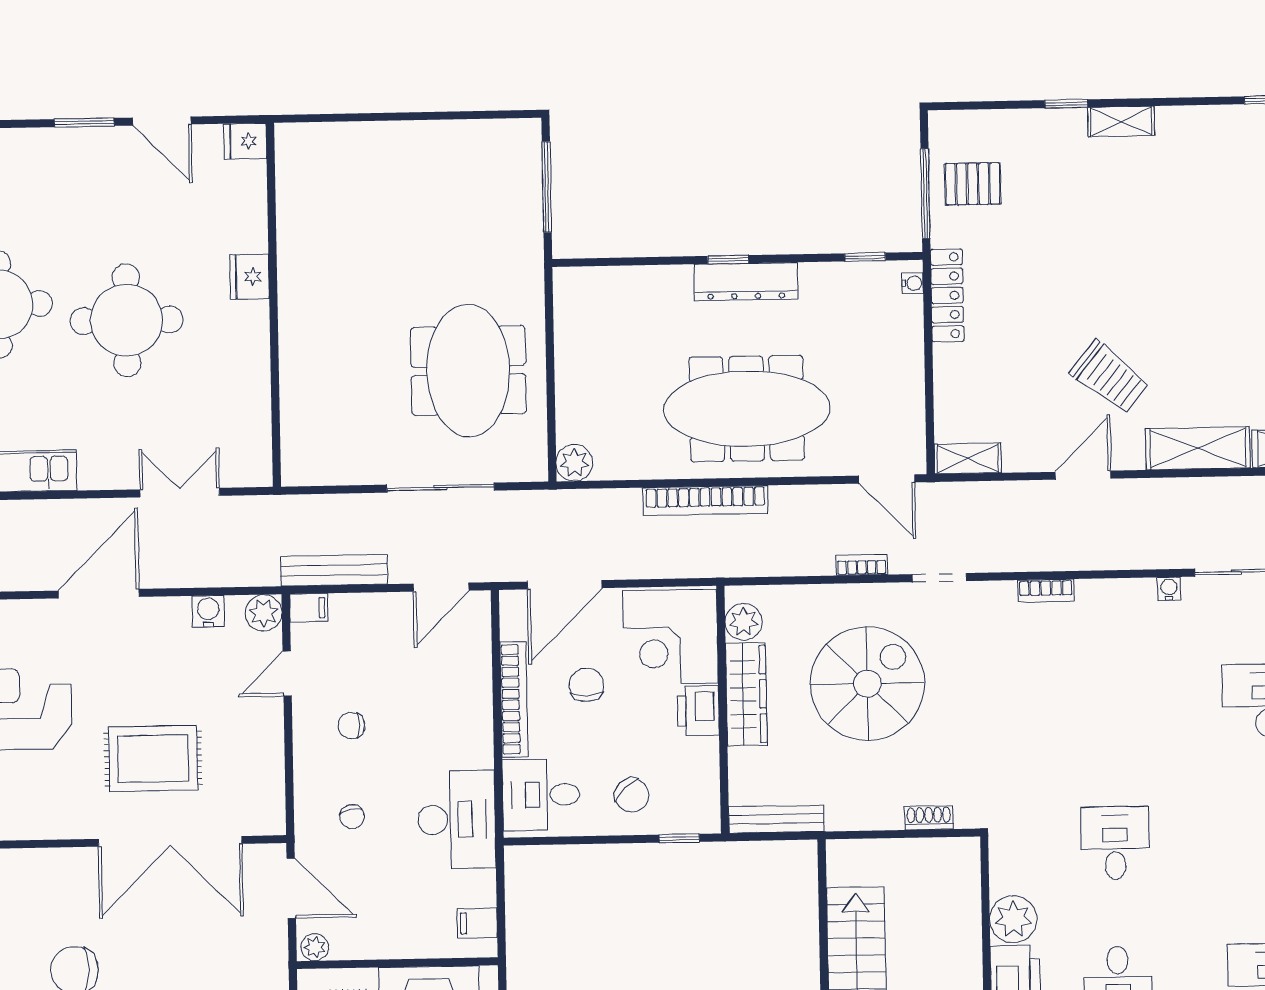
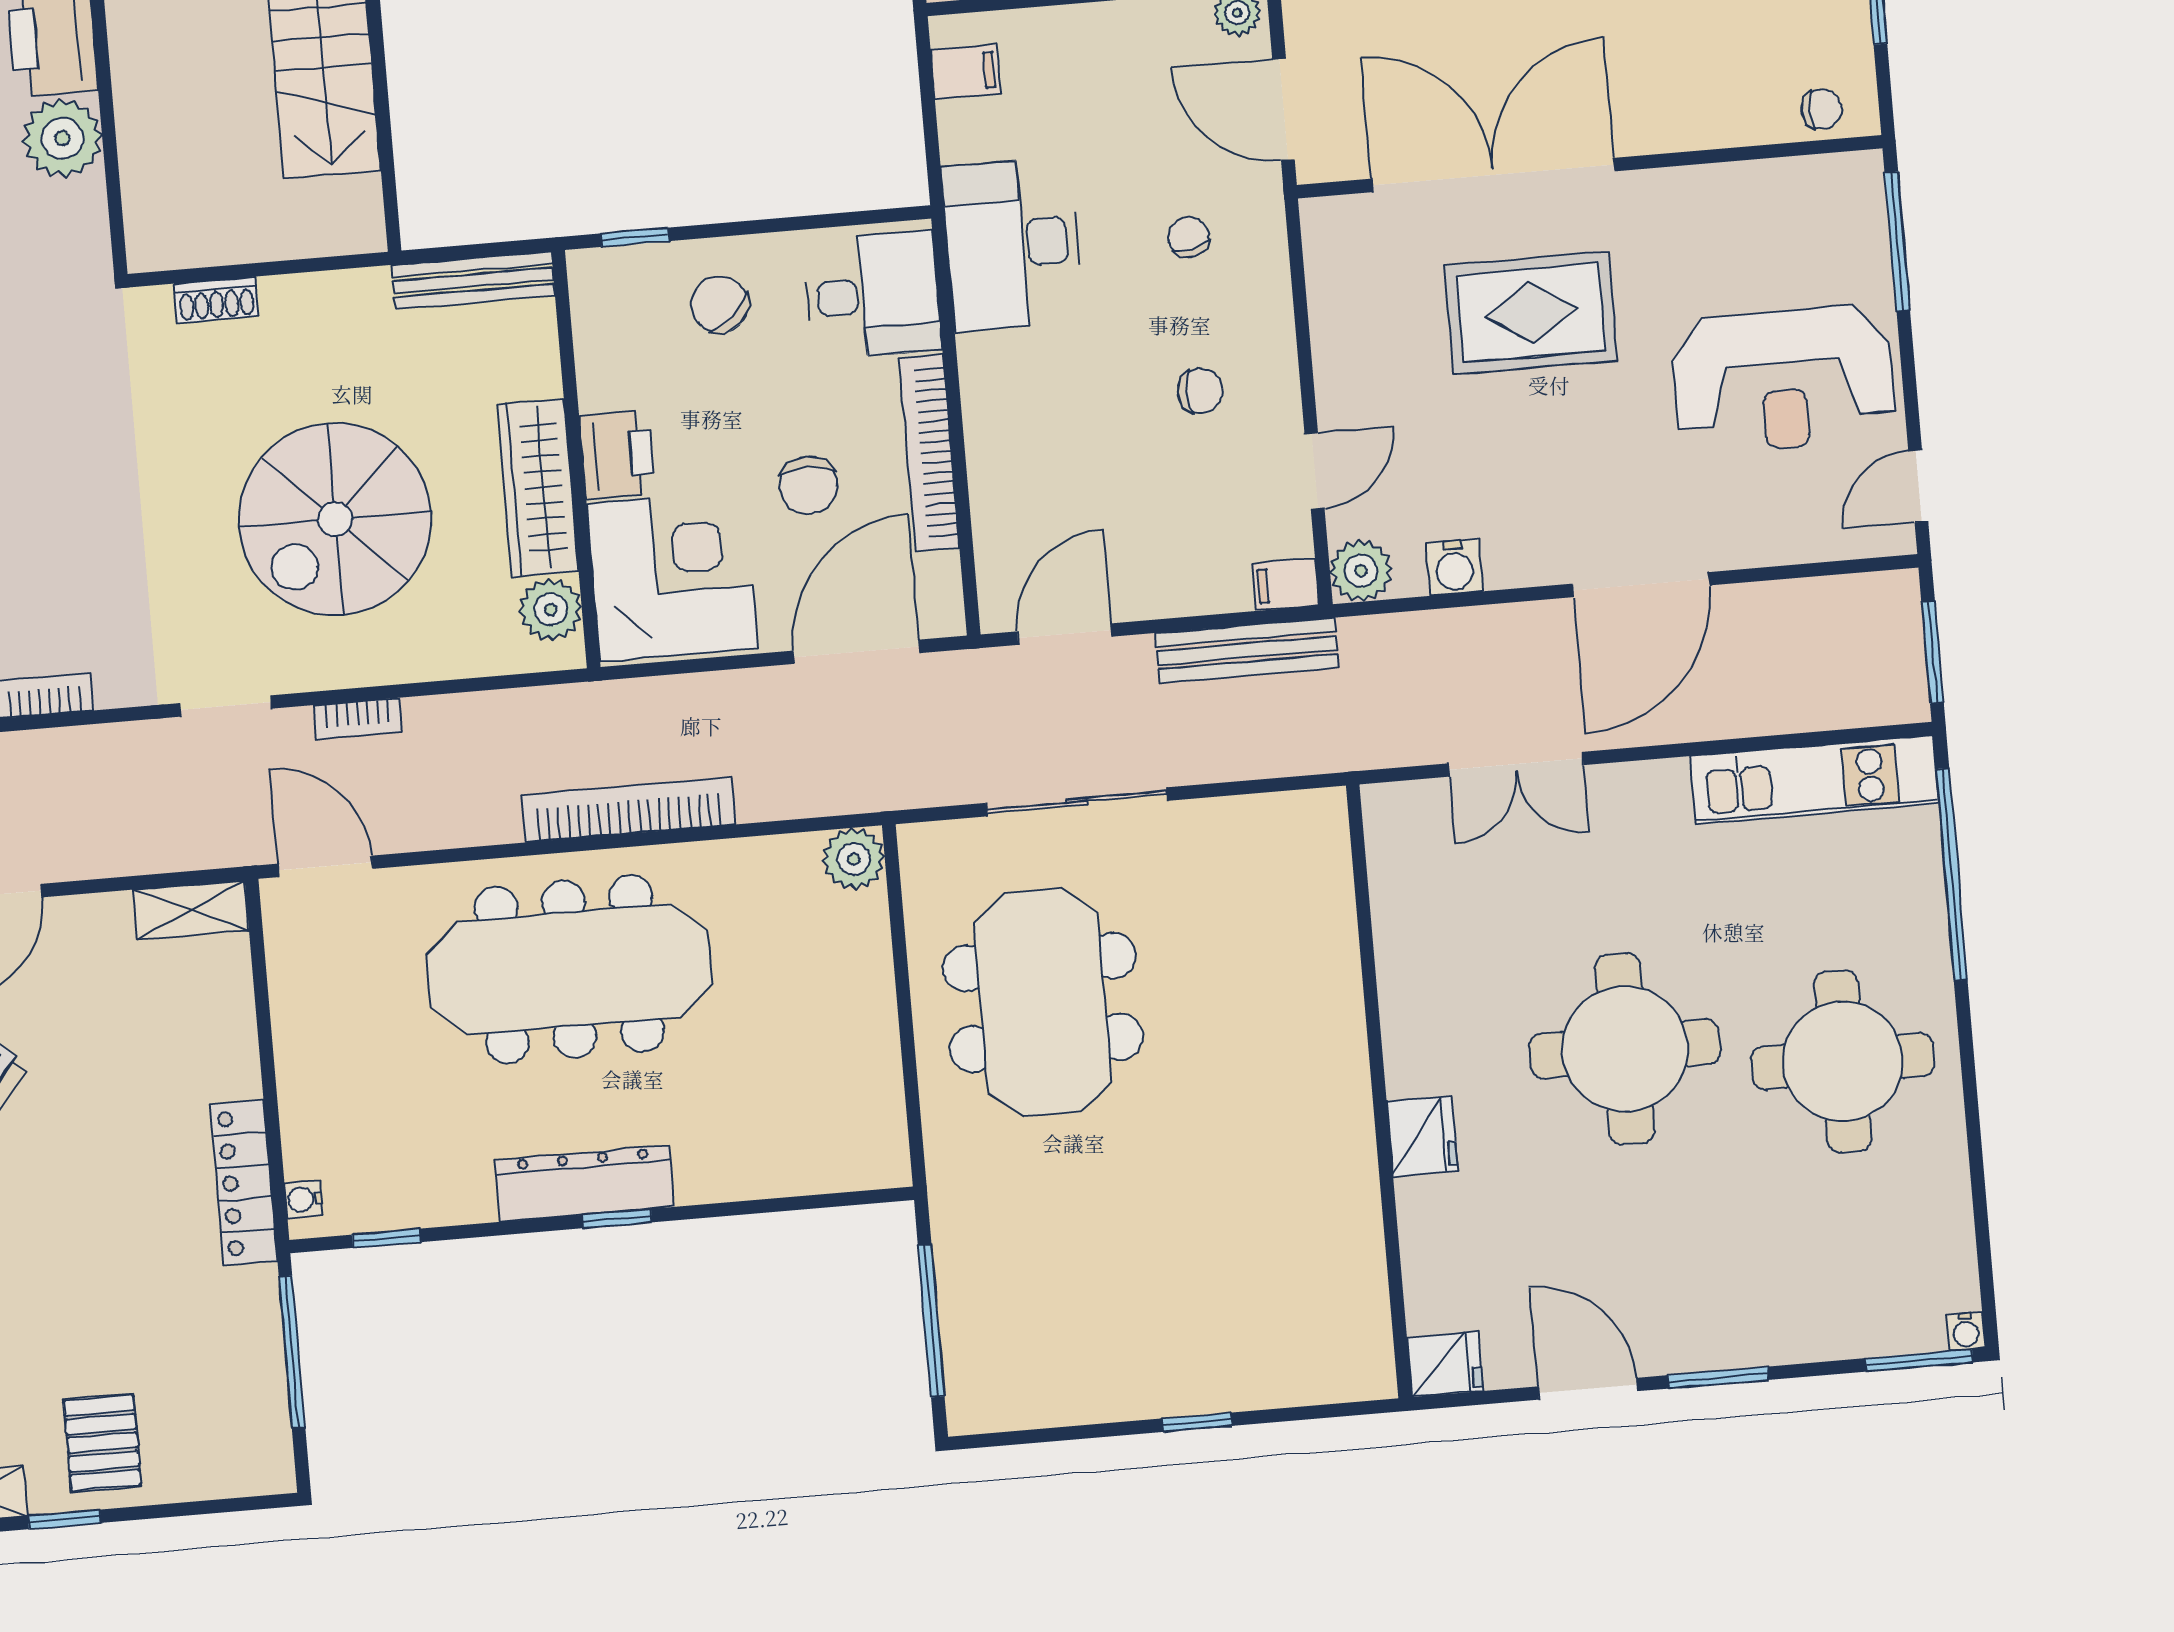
window: (394, 117) -> (1197, 1422), added
pallet: (973, 184) -> (102, 1443), moved, turned 90

